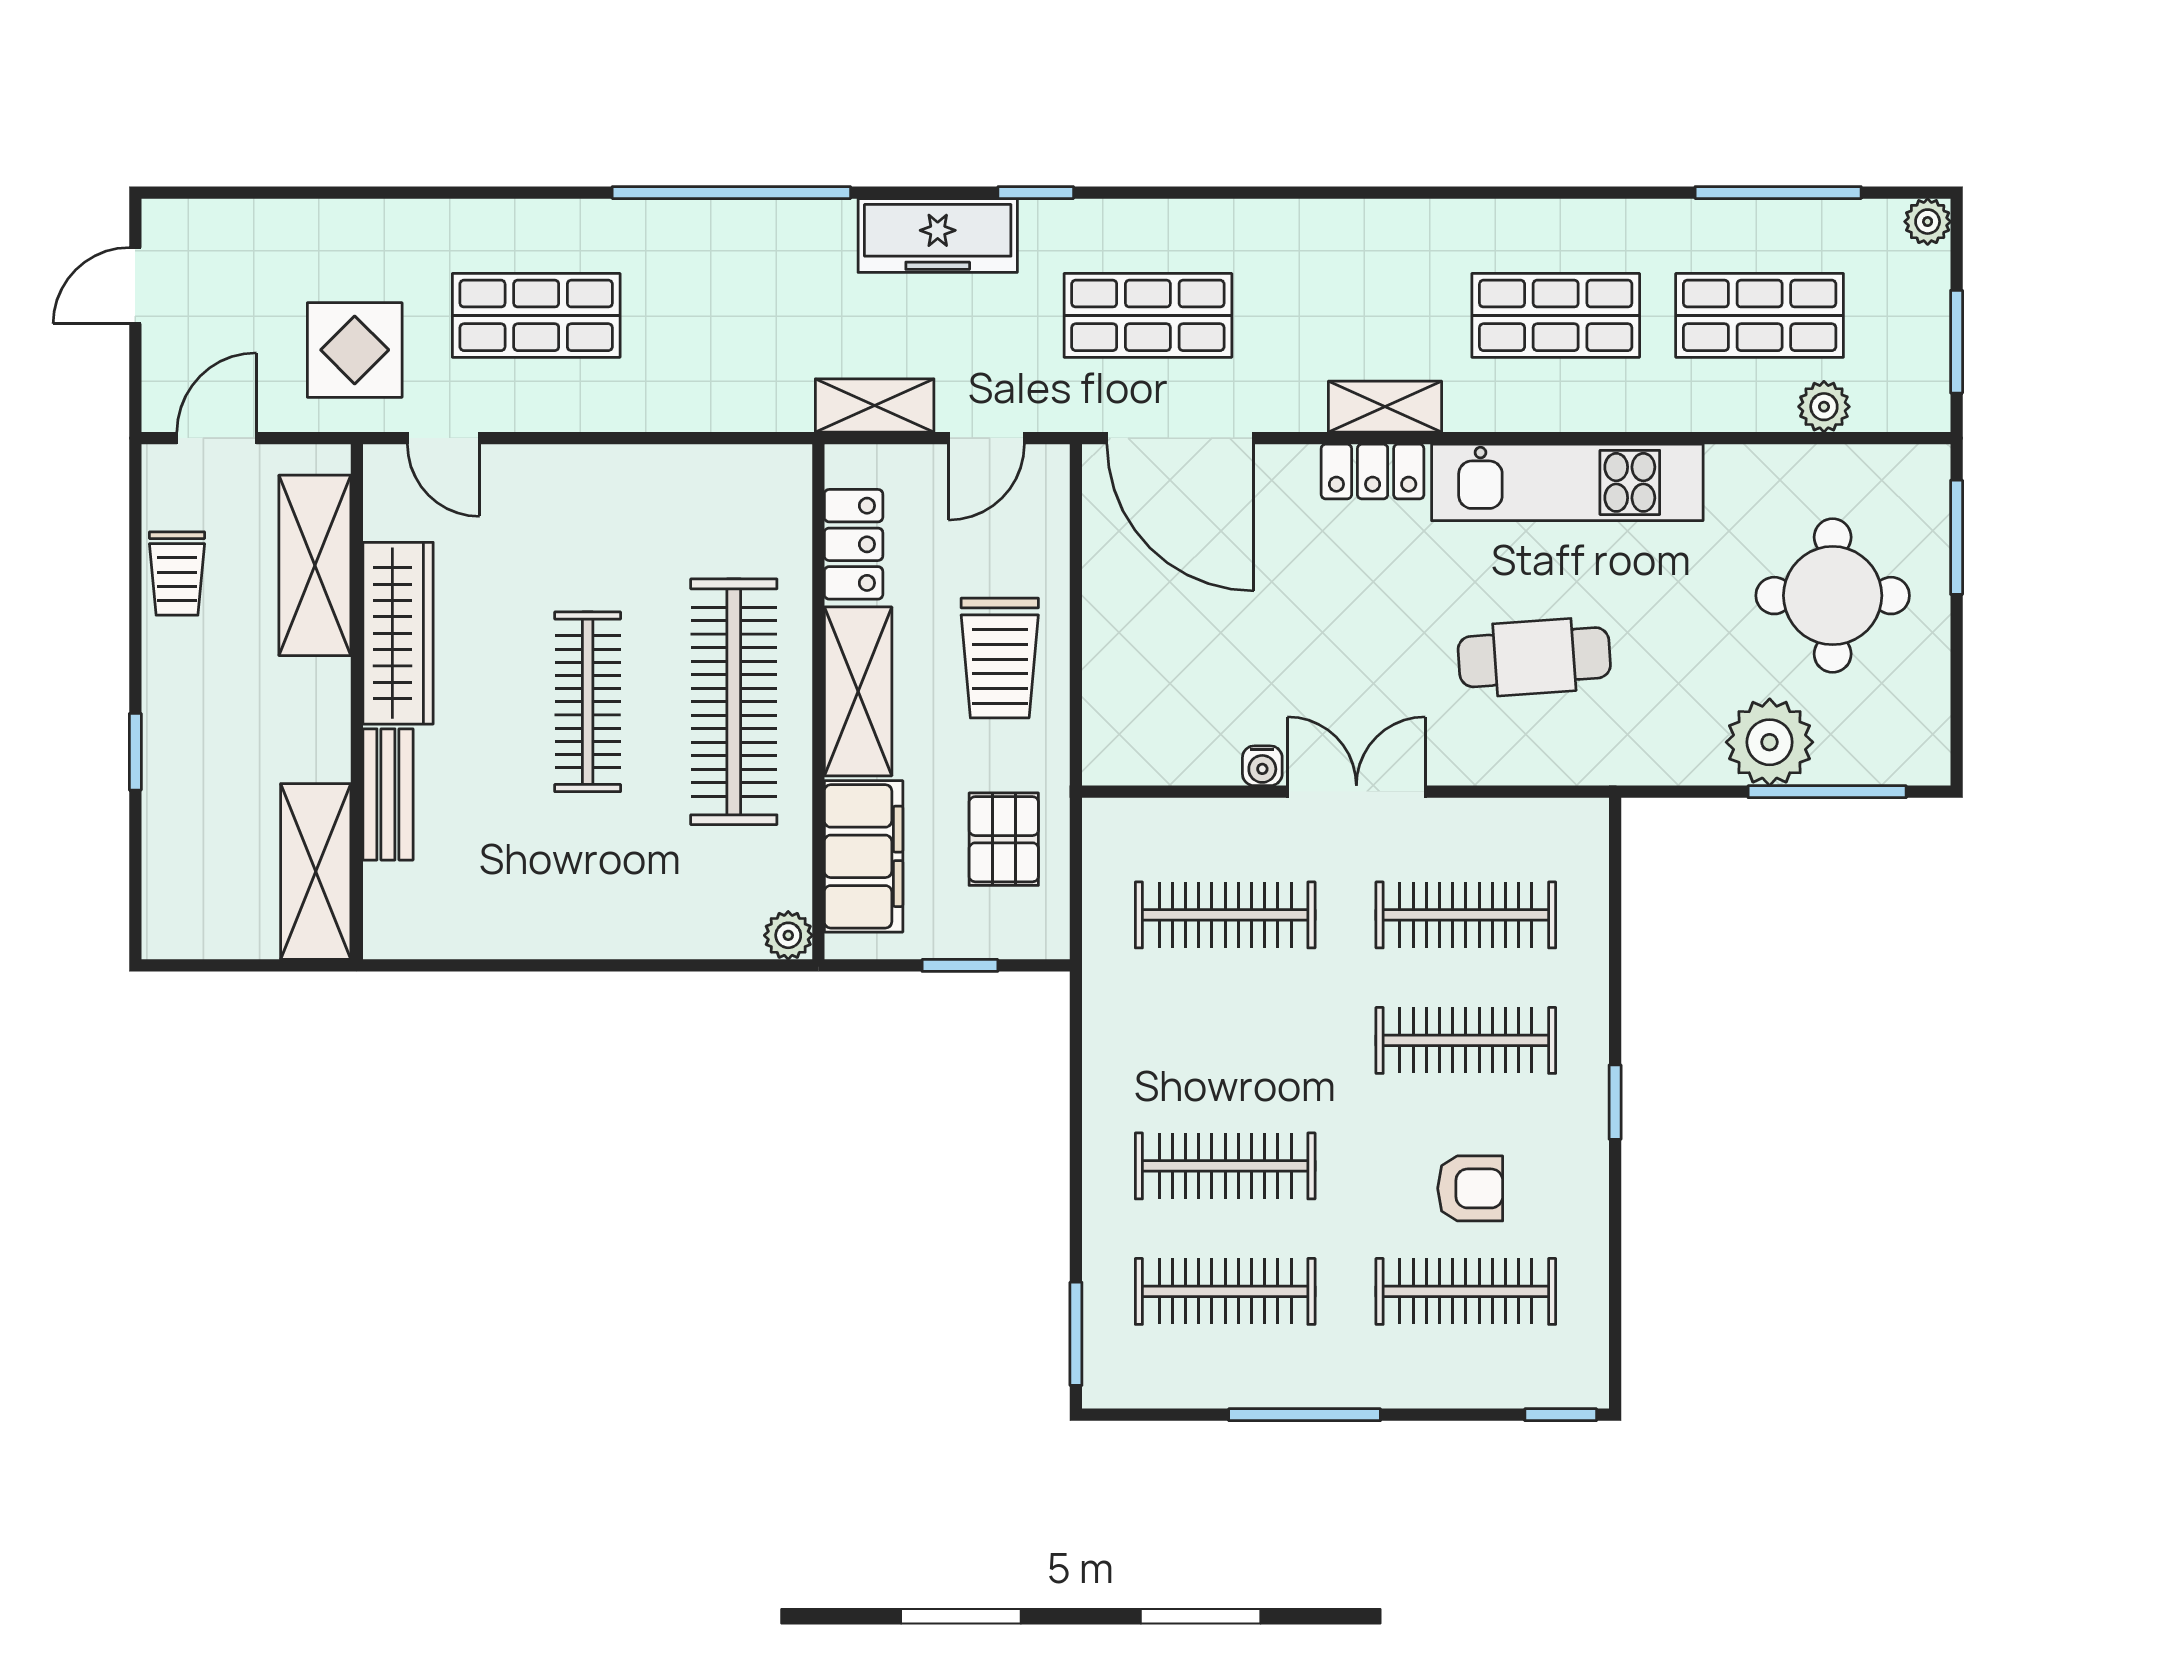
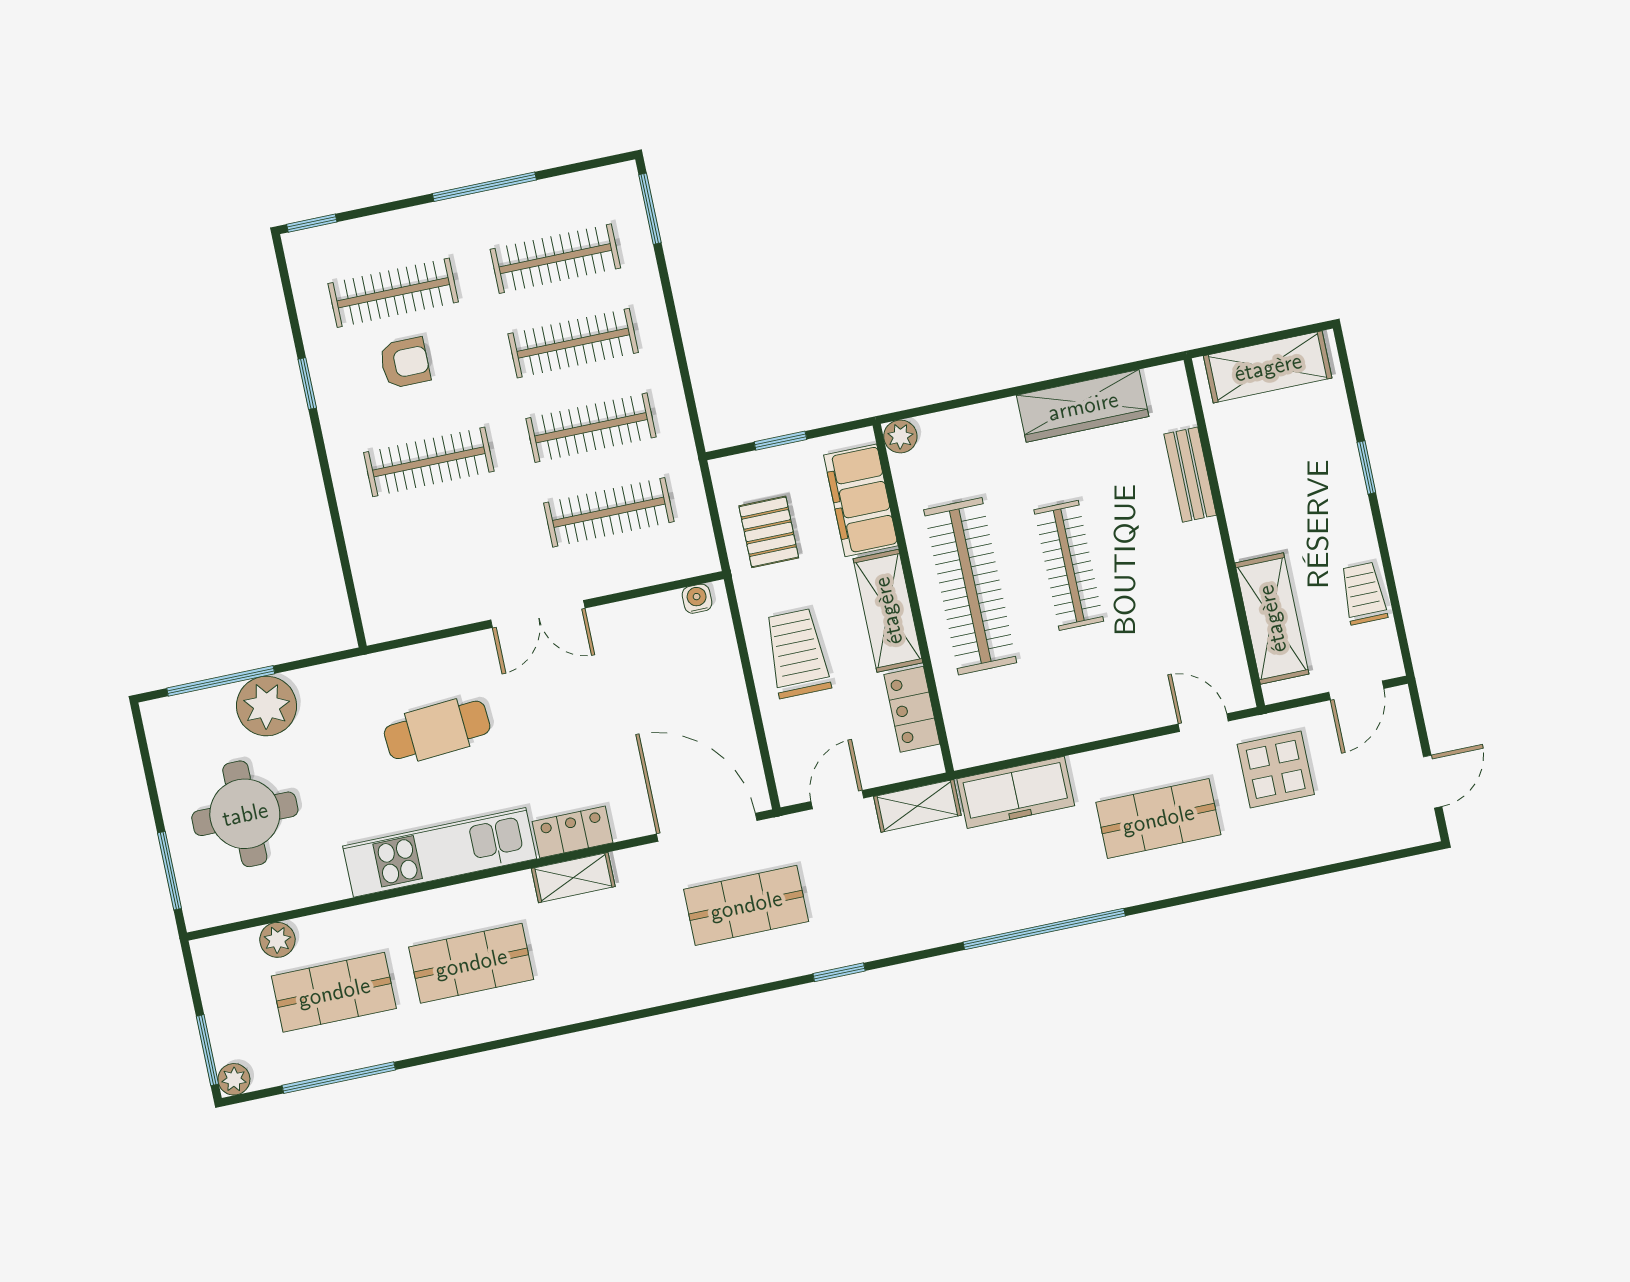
freezer: (938, 235) -> (1016, 792), moved, turned 180
window: (1957, 342) -> (207, 1050), moved
wardrobe: (398, 633) -> (1083, 406), moved, turned -90
water cooler: (1262, 766) -> (697, 599), moved
shelving: (316, 871) -> (1268, 367), moved, turned 90
clothes rail: (1466, 915) -> (591, 428), moved
window: (1615, 1102) -> (307, 384), moved
armchair: (1470, 1188) -> (405, 363), turned 180

